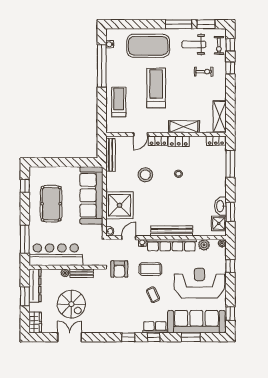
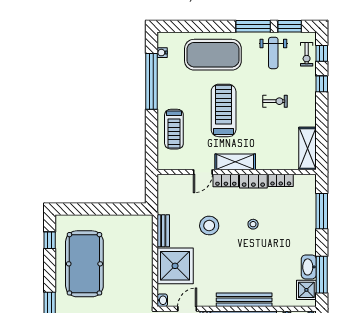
weight bench: (194, 44) -> (273, 53), turned -90
exercise bike: (204, 72) -> (275, 101), moved
treadmill: (119, 102) -> (174, 129), turned 180
shelving: (184, 127) -> (235, 162), moved
locker: (216, 141) -> (281, 180), moved
bench: (111, 155) -> (163, 231), moved, width x0.73
sofa: (91, 195) -> (138, 253), removed
pool table: (51, 204) -> (84, 264), width x1.36, depth x1.32
window: (230, 212) -> (322, 275), width x1.44

